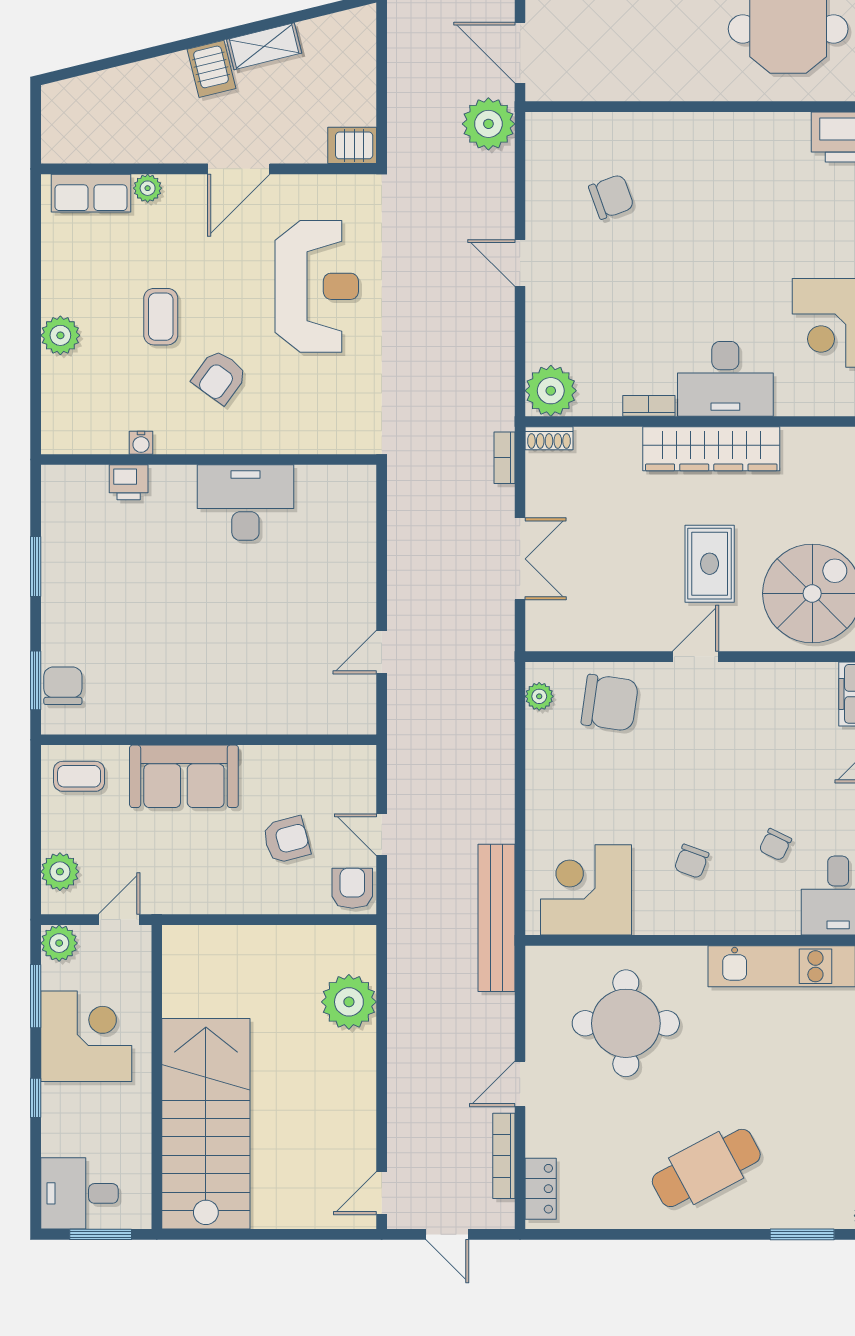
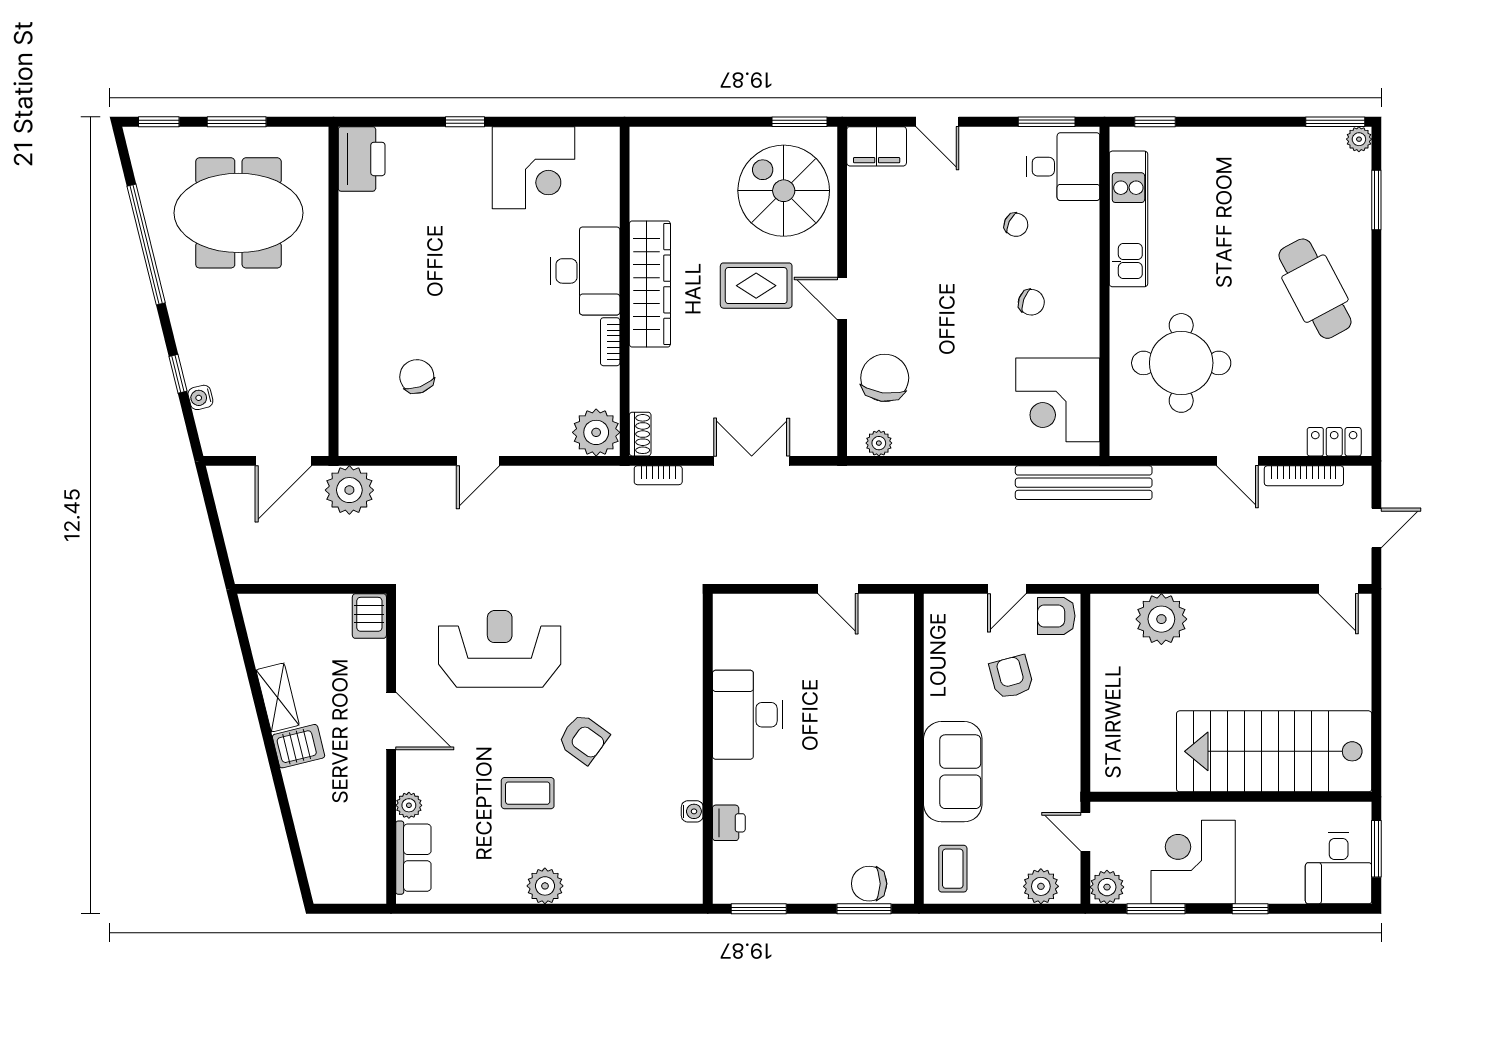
water cooler: (141, 443) -> (692, 811), moved
wall: (209, 460) -> (708, 749), moved
printer: (129, 482) -> (729, 823), moved
desk: (245, 503) -> (748, 715), moved

